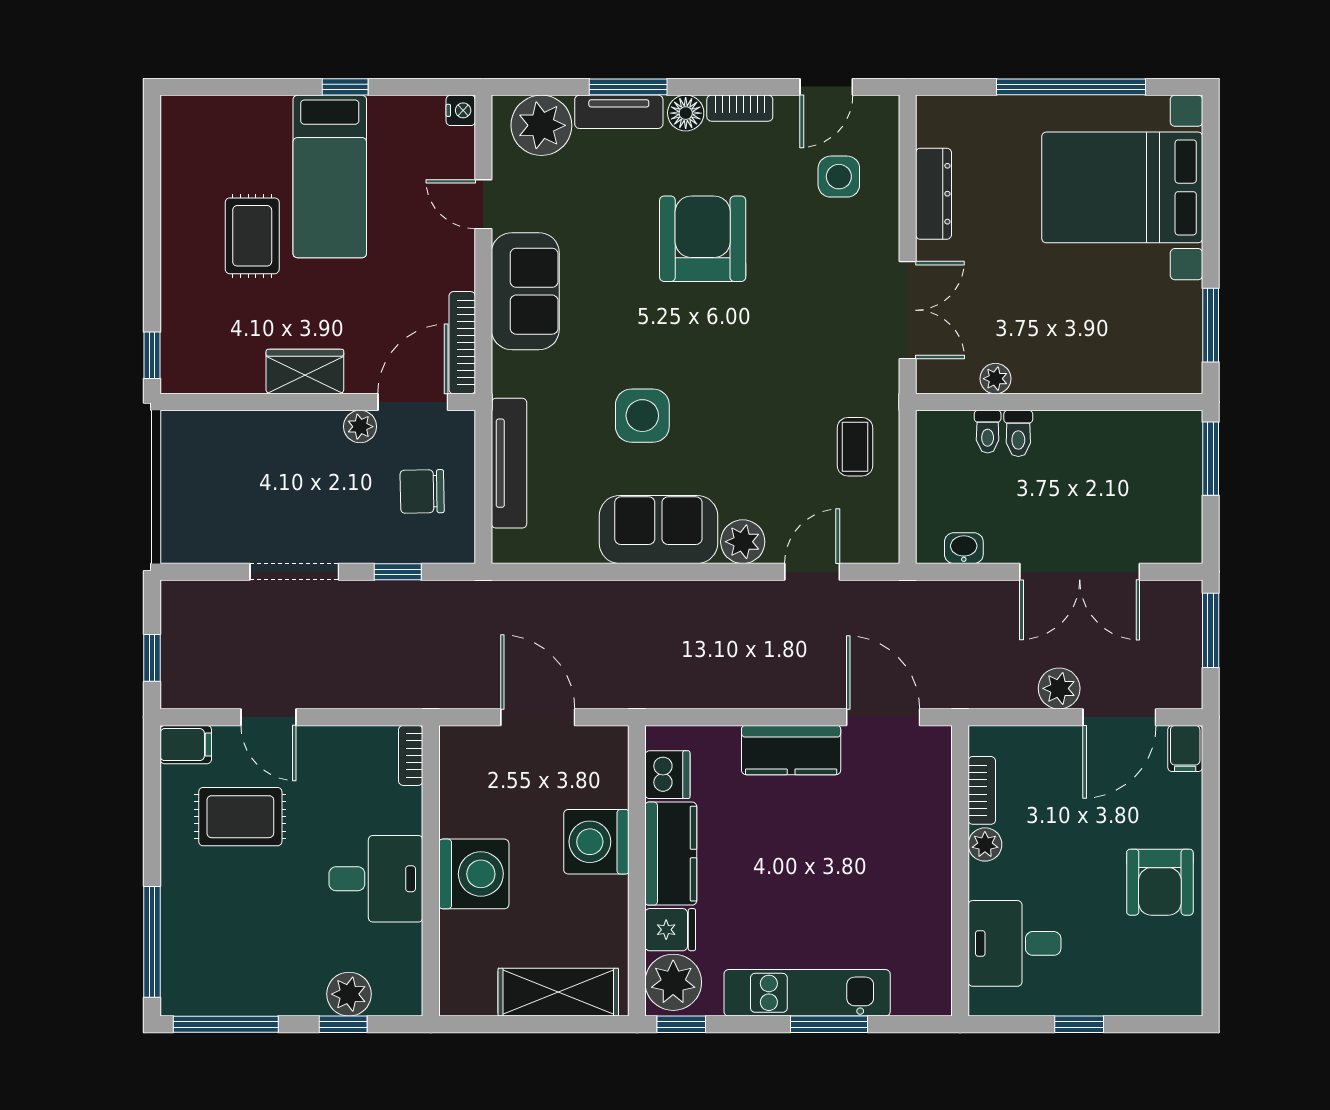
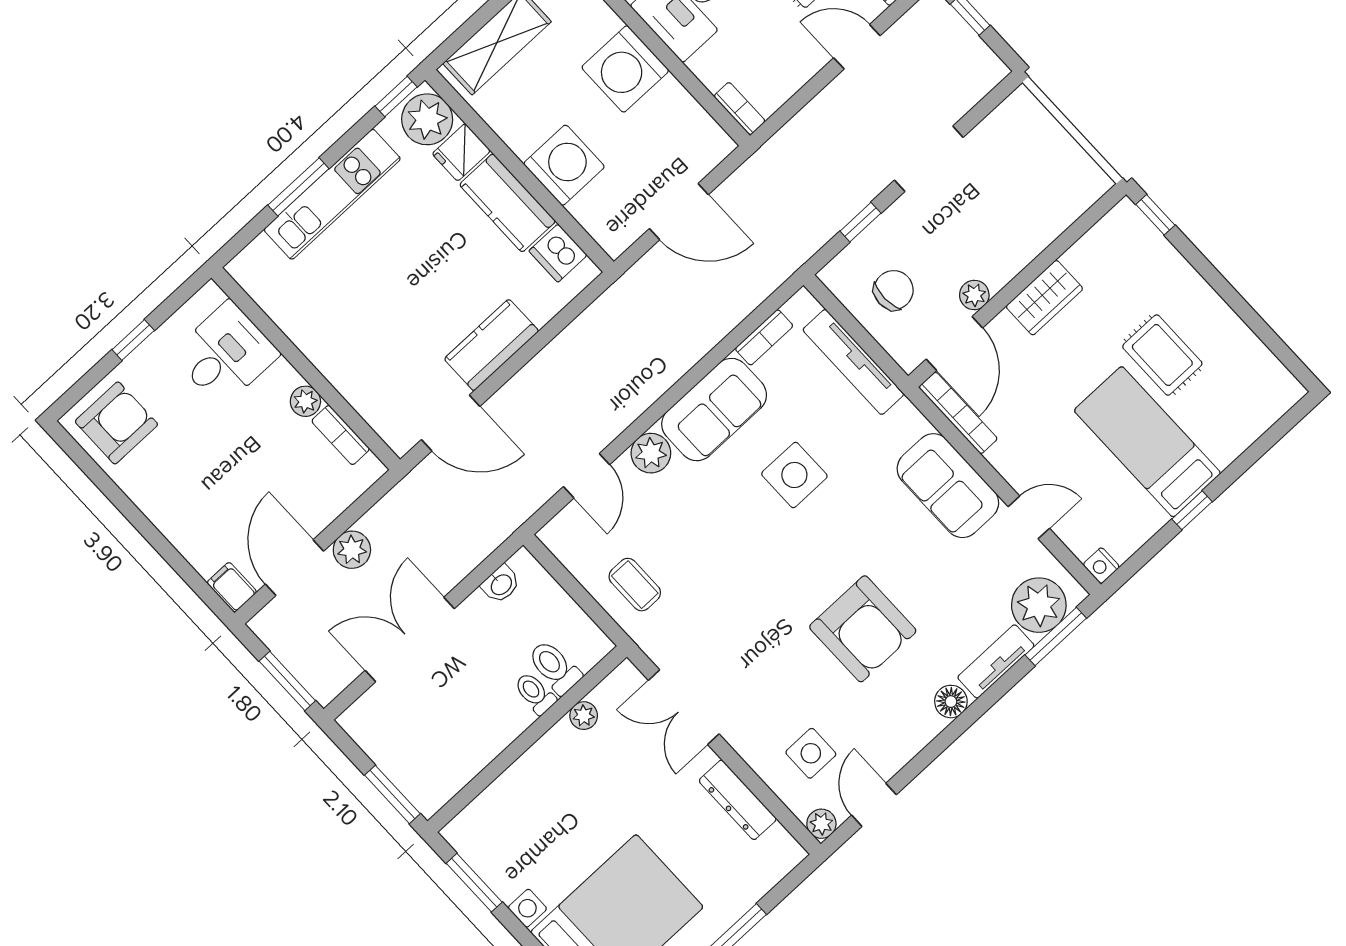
window: (628, 87) -> (1056, 637), moved
bookcase: (740, 108) -> (764, 337), moved, turned 180
plant: (883, 111) -> (821, 824), added
toilet: (988, 432) -> (555, 667), width x1.37, depth x1.39
armchair: (1160, 882) -> (116, 423), moved, turned 90

